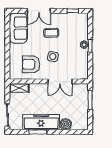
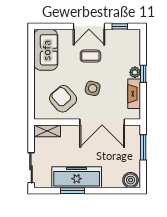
double door: (39, 11) -> (89, 26), moved
fireplace: (83, 61) -> (134, 94), added
armchair: (31, 64) -> (63, 99), turned 49
double door: (60, 81) -> (102, 122), width x1.37
boiler: (66, 124) -> (131, 180), moved

